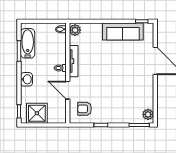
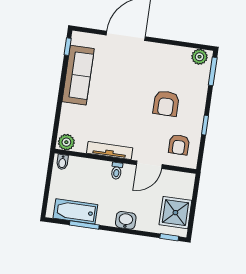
armchair: (112, 96) -> (166, 103), added

